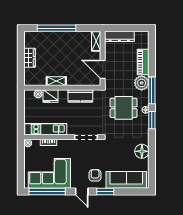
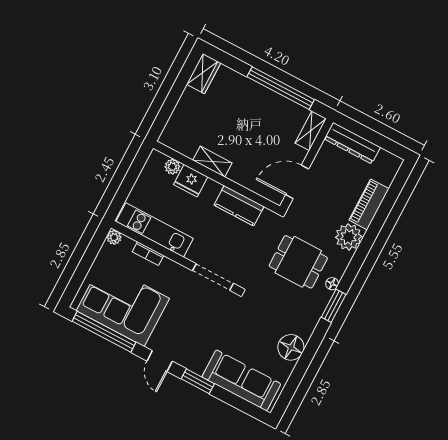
window: (57, 28) -> (281, 88), moved
wardrobe: (29, 58) -> (204, 74), moved
door: (103, 69) -> (297, 182), hinge flipped
window: (152, 90) -> (359, 258), removed
armchair: (95, 175) -> (195, 346), removed

